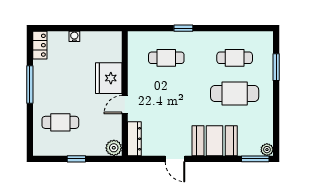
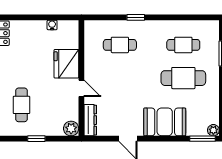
water cooler: (74, 36) -> (52, 25), moved
door: (125, 105) -> (81, 88), swing flipped
cafe table: (60, 122) -> (21, 105), turned 90

